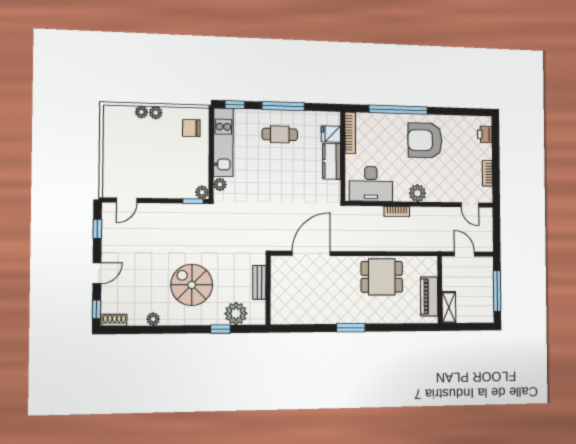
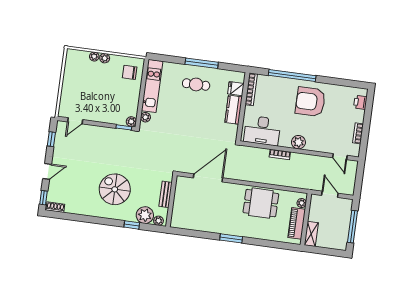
window: (235, 105) -> (165, 58), removed
plant: (432, 270) -> (302, 203), added
plant: (153, 319) -> (158, 221), moved

